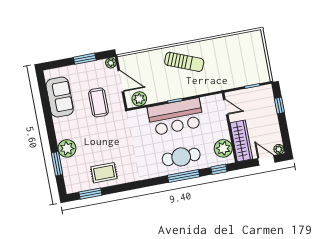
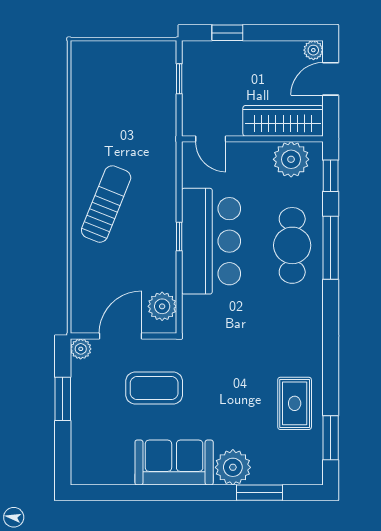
sofa: (60, 97) -> (174, 463), moved
door: (226, 107) -> (211, 139), swing flipped

